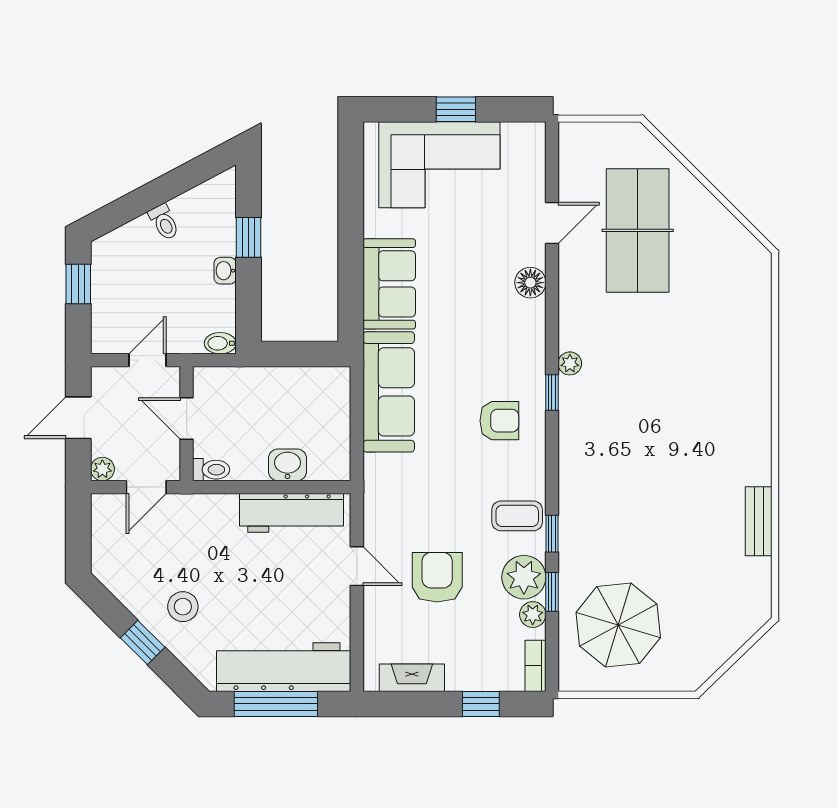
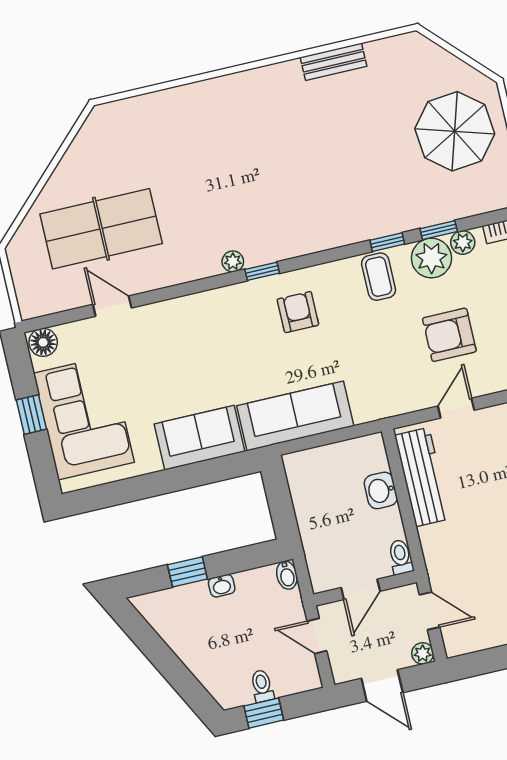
toilet: (164, 222) -> (262, 686), moved, turned -62
floor lamp: (530, 283) -> (43, 342), moved
parasol: (618, 625) -> (455, 131), moved

